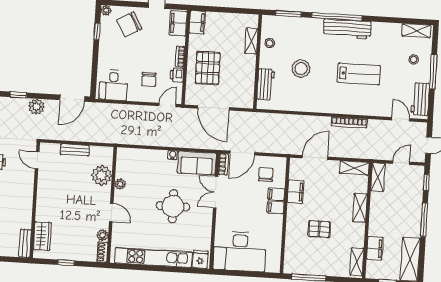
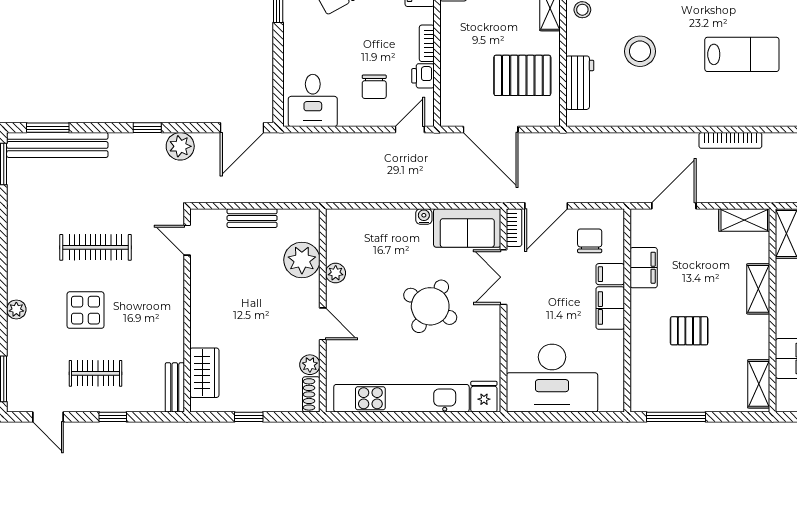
pallet: (208, 68) -> (522, 75), moved, turned 90
round table: (173, 206) -> (430, 306), turned 30
filing cabinet: (276, 207) -> (610, 308), width x2.00

